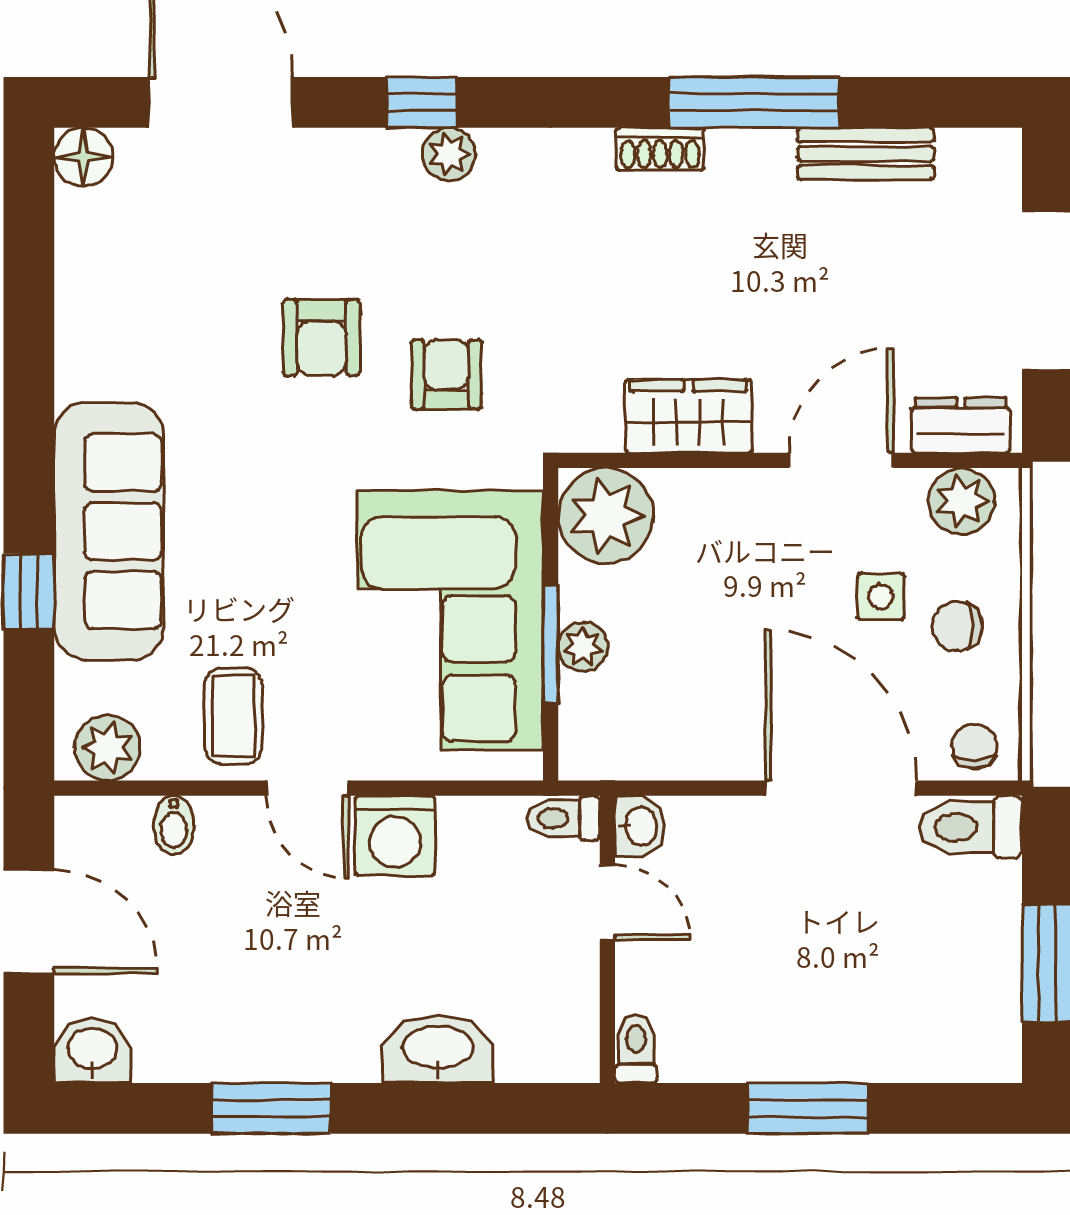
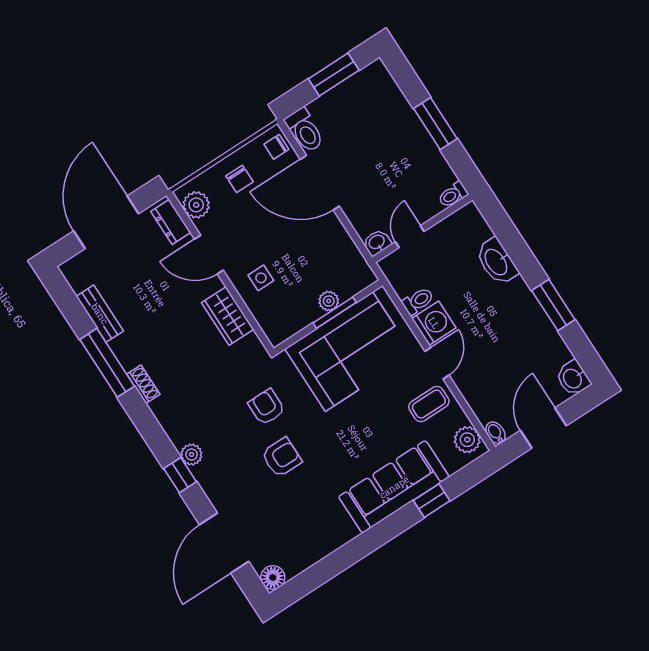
armchair: (446, 374) -> (267, 407), turned 90
plant: (606, 516) -> (279, 322), removed
side table: (881, 596) -> (261, 278), moved
door: (841, 788) -> (320, 183), hinge flipped
toilet: (563, 818) -> (418, 301), moved, turned -90
bidet: (174, 825) -> (496, 433), moved, turned -90

